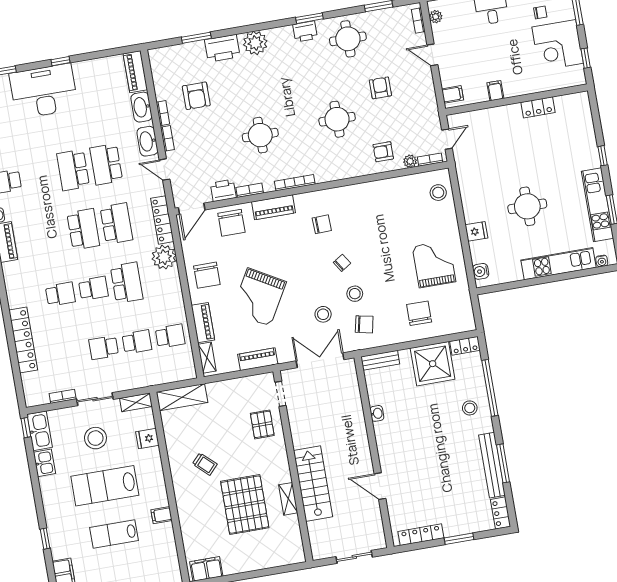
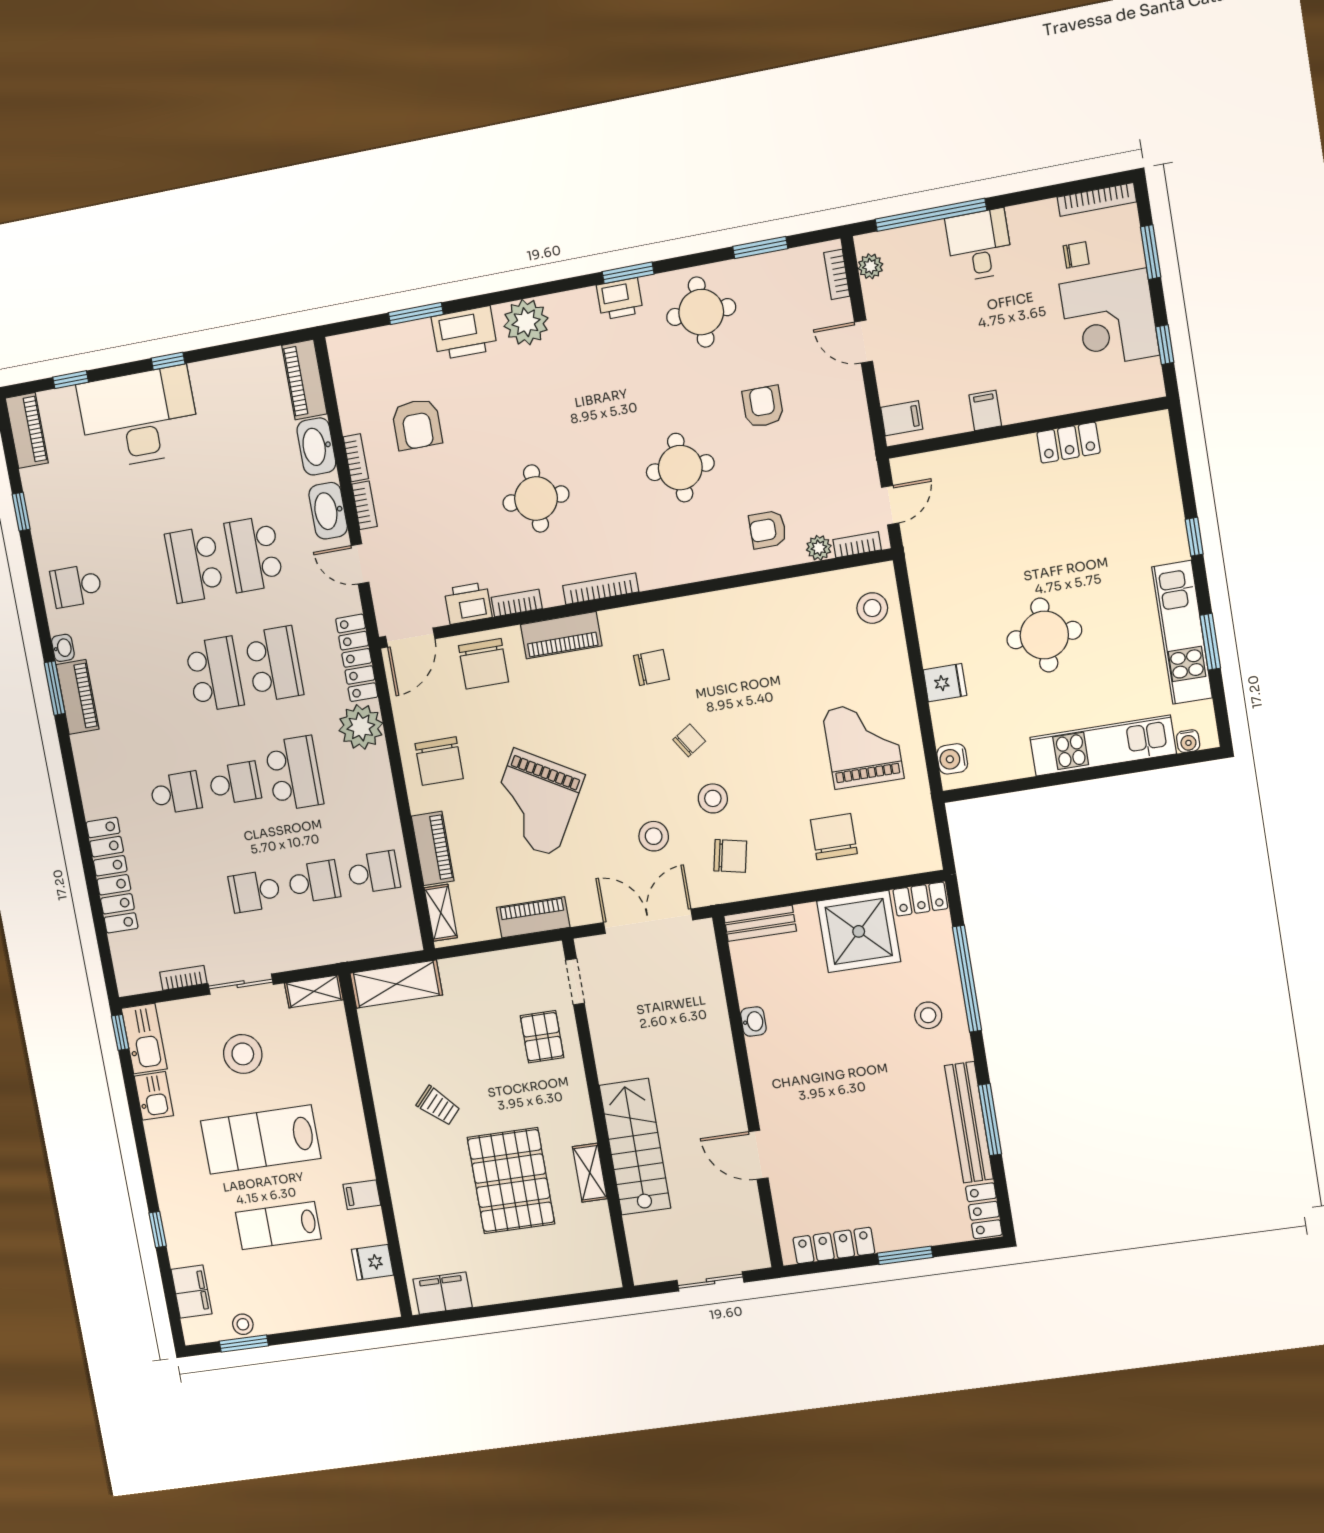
fridge: (147, 438) -> (372, 1262), moved

